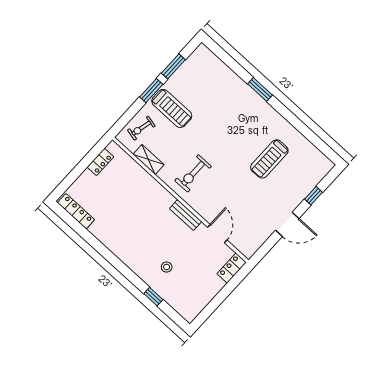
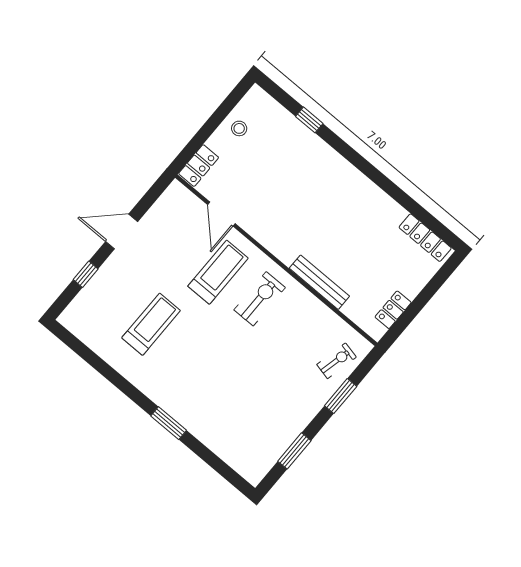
window: (151, 91) -> (341, 396), moved
treadmill: (172, 108) -> (218, 272), moved, turned 90
shelving: (149, 159) -> (324, 316), removed
bench: (186, 215) -> (319, 282), moved, width x1.36
stool: (167, 267) -> (239, 128), moved

